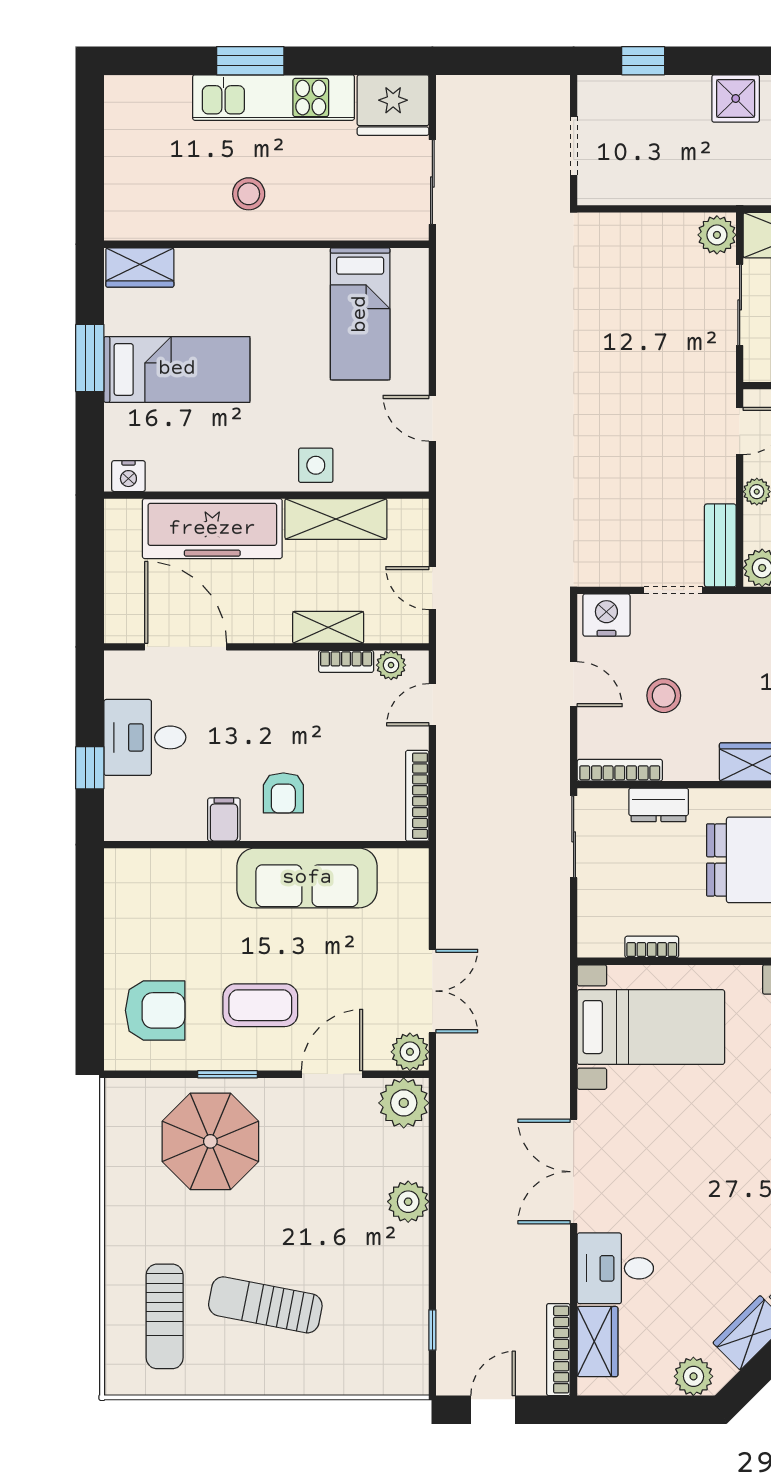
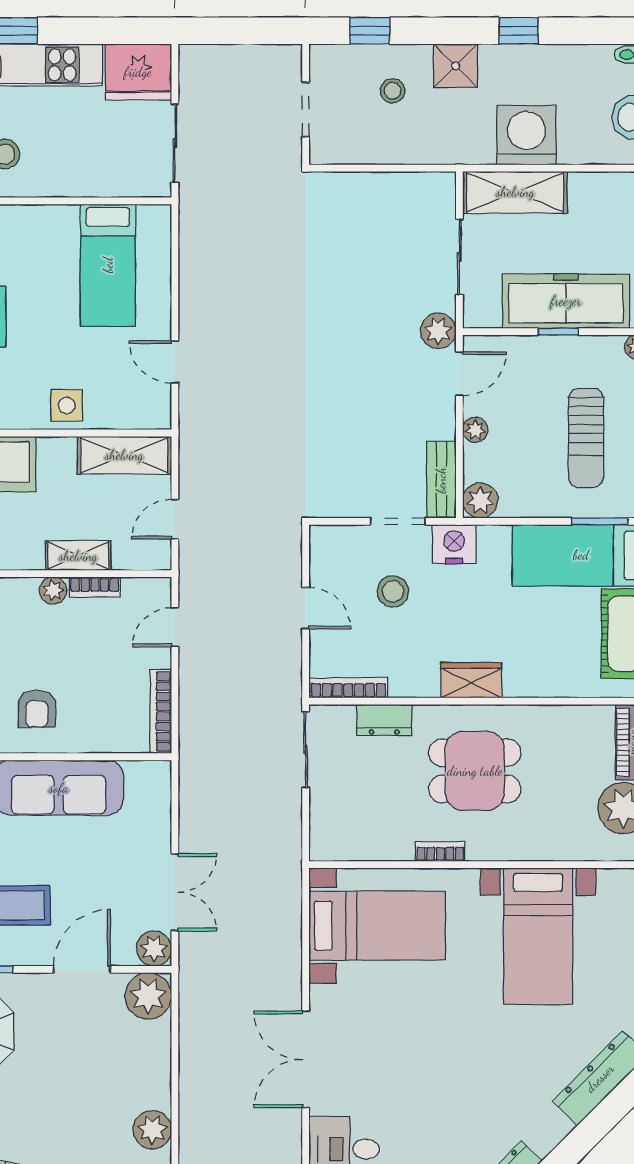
stool: (668, 125) -> (393, 91), added
plant: (717, 235) -> (438, 331), moved
shelving: (336, 519) -> (124, 455), moved
door: (432, 588) -> (175, 519), hinge flipped
nightstand: (606, 615) -> (454, 544), moved
plant: (391, 665) -> (53, 590), moved
stool: (664, 696) -> (393, 591), moved
bookcase: (652, 947) -> (440, 851), moved
plant: (408, 1202) -> (152, 1130), moved

